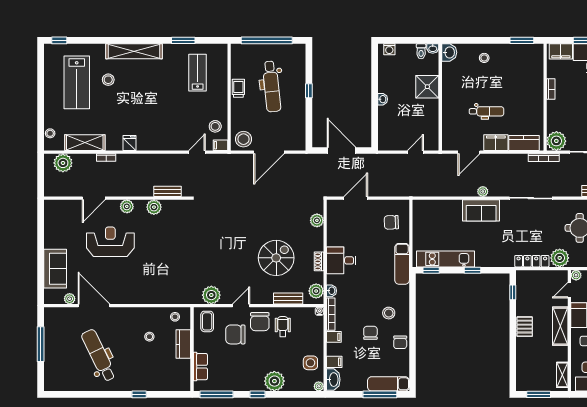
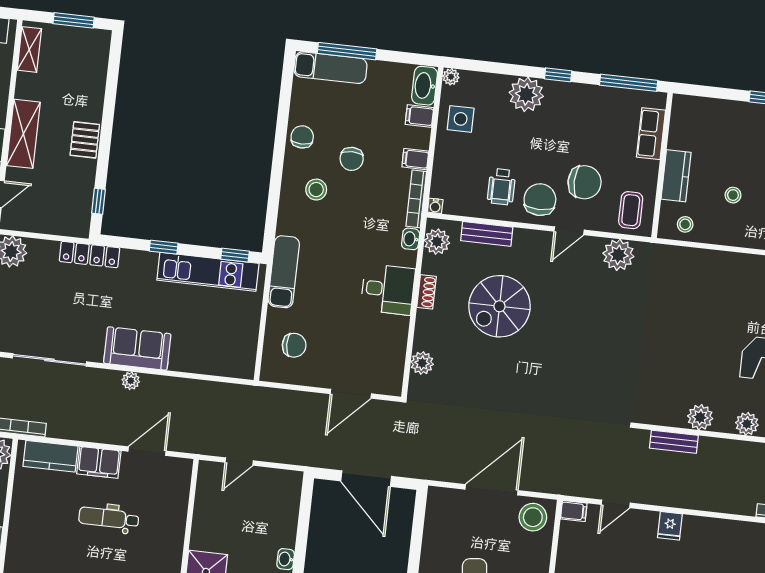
stool: (215, 126) -> (579, 545), removed
fridge: (129, 143) -> (670, 526), moved
locker: (532, 261) -> (89, 255), moved

